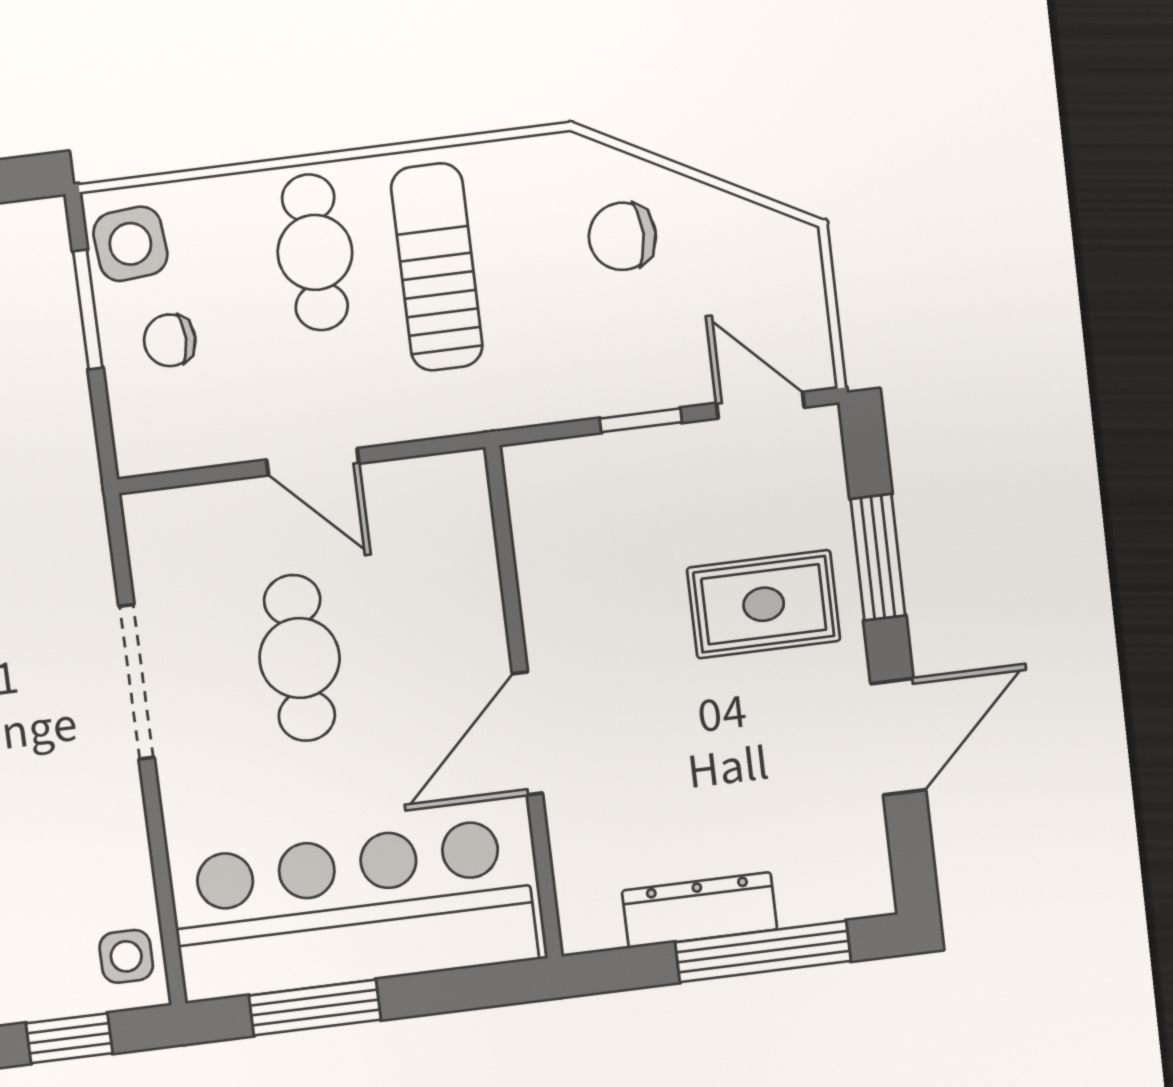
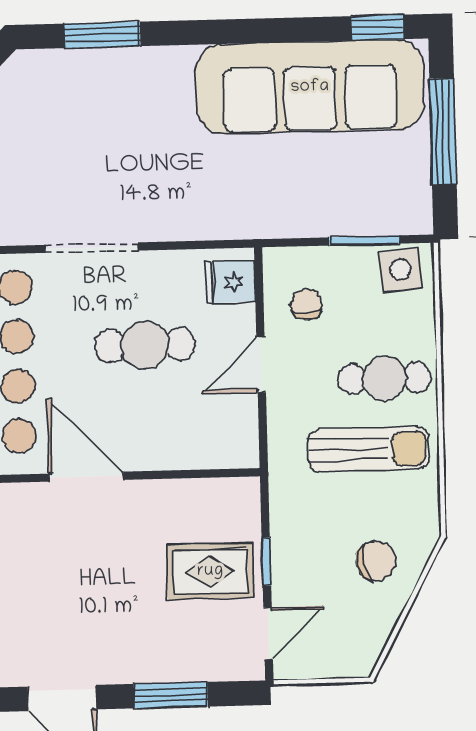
chair: (622, 236) -> (376, 561), turned 77
chair: (170, 340) -> (306, 304), moved
fridge: (180, 527) -> (230, 282), added
rug: (764, 604) -> (210, 571), moved, turned 90
doorway: (136, 682) -> (92, 248), moved

